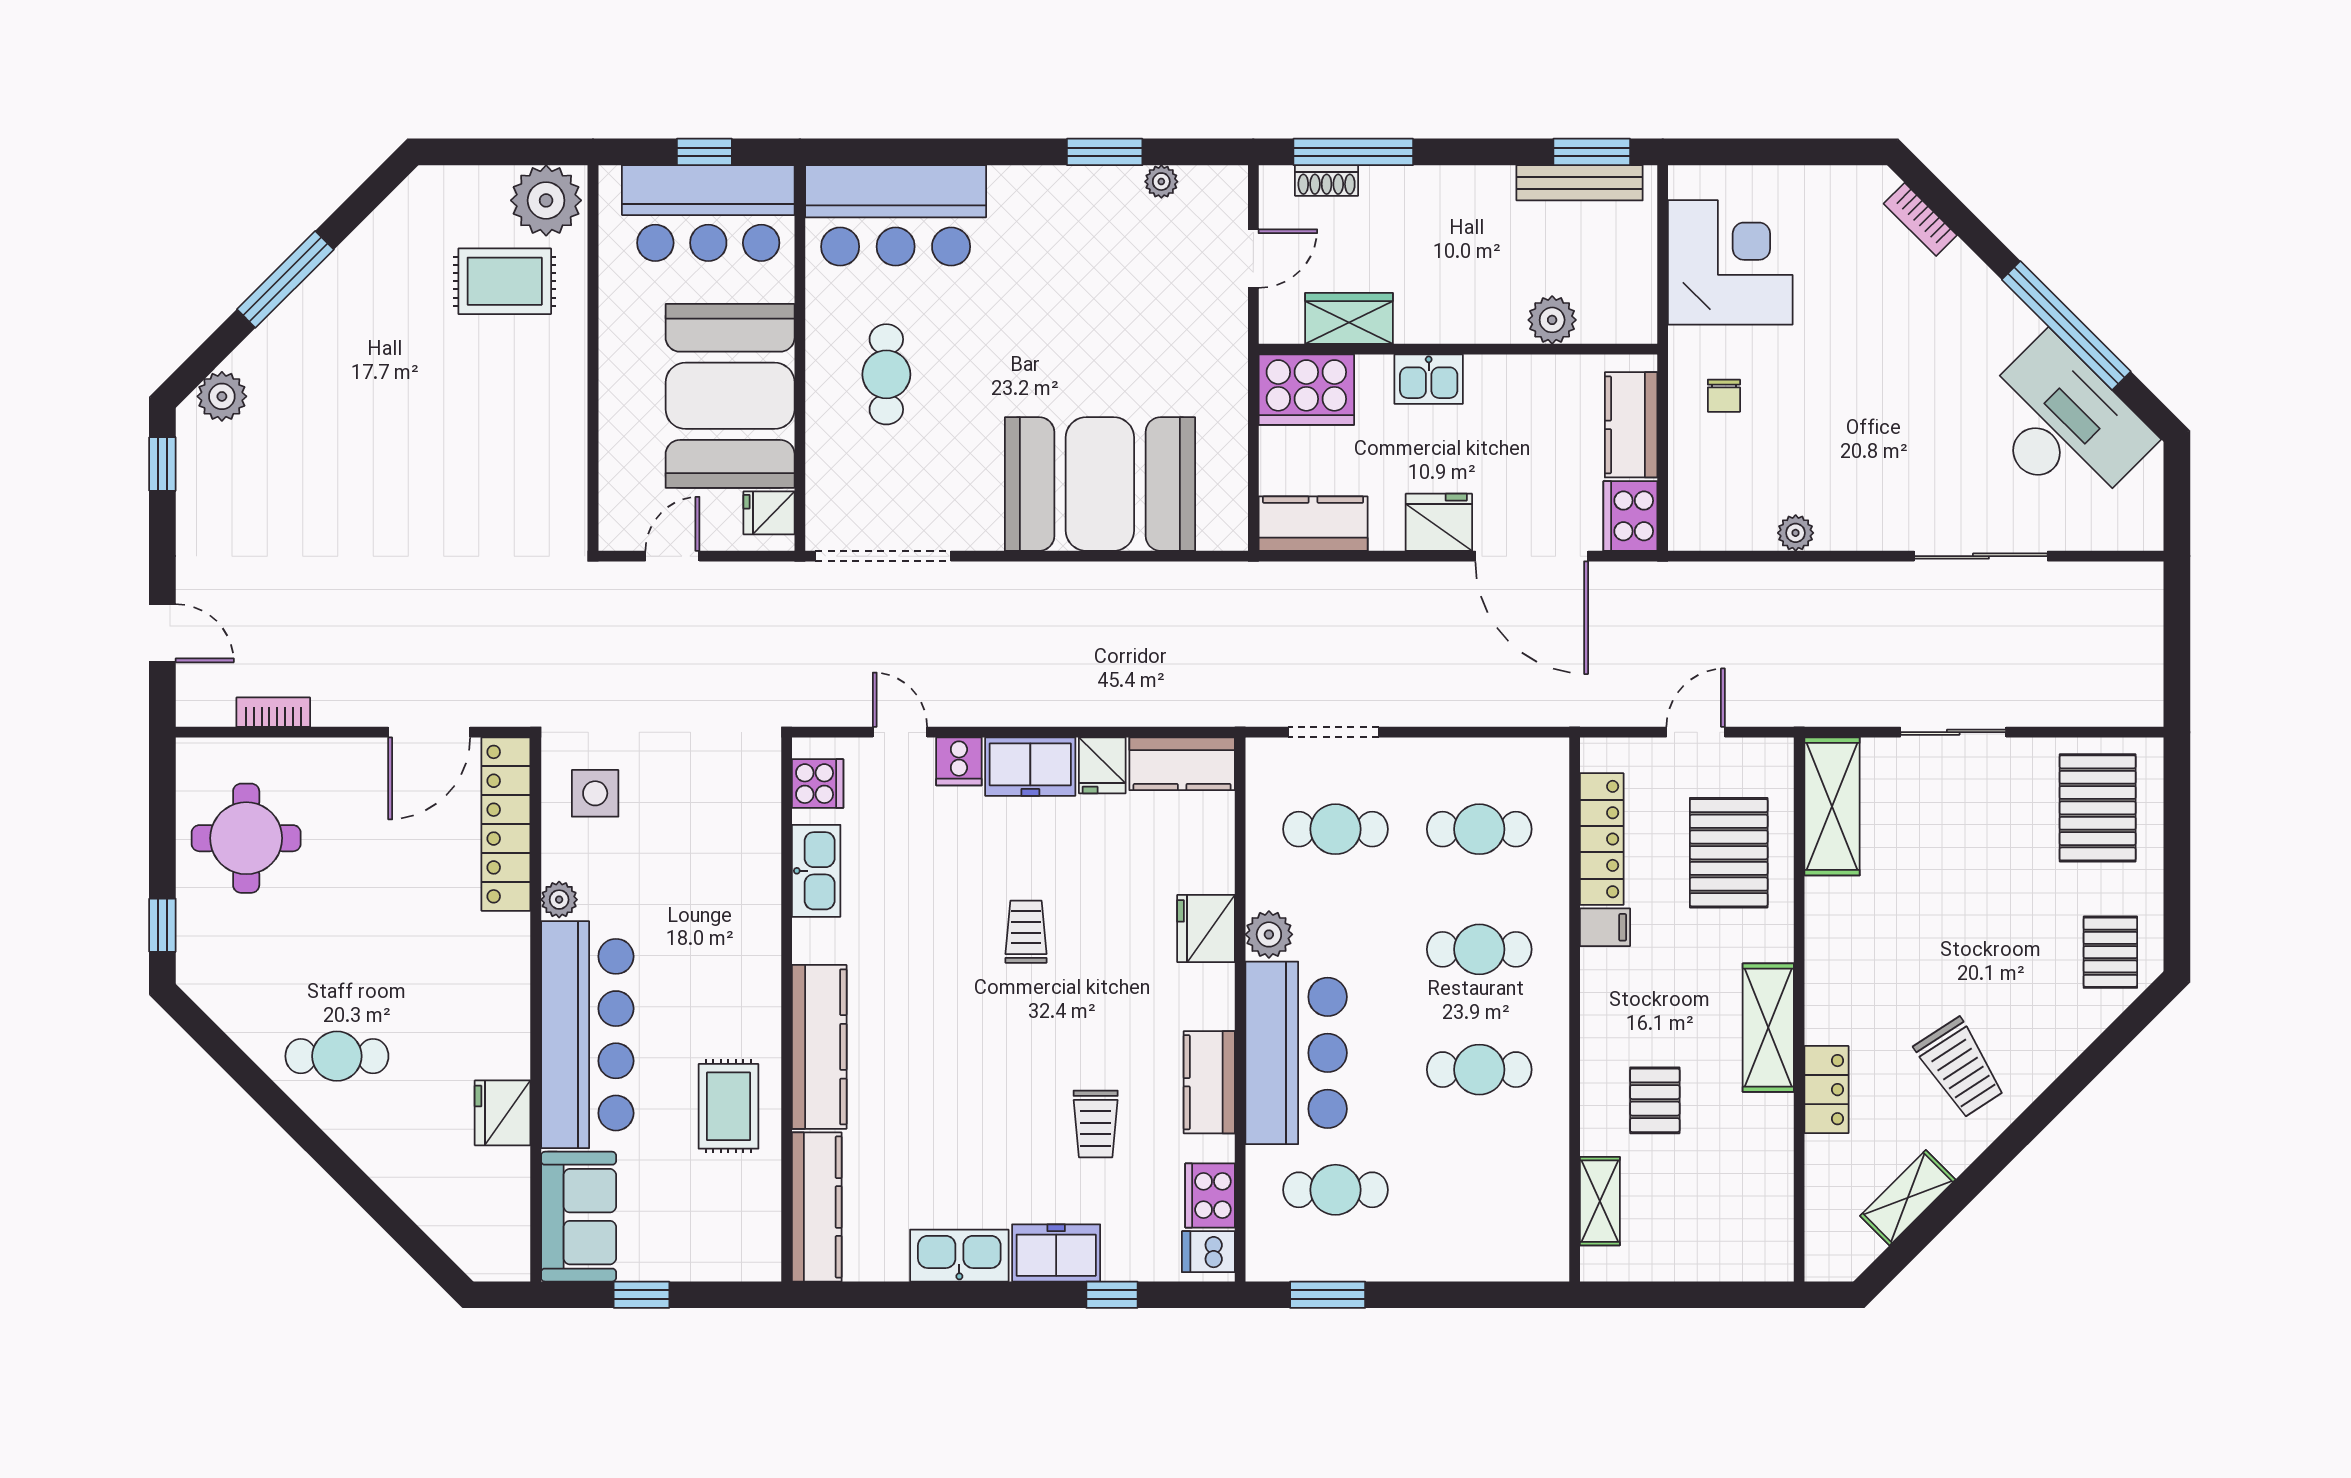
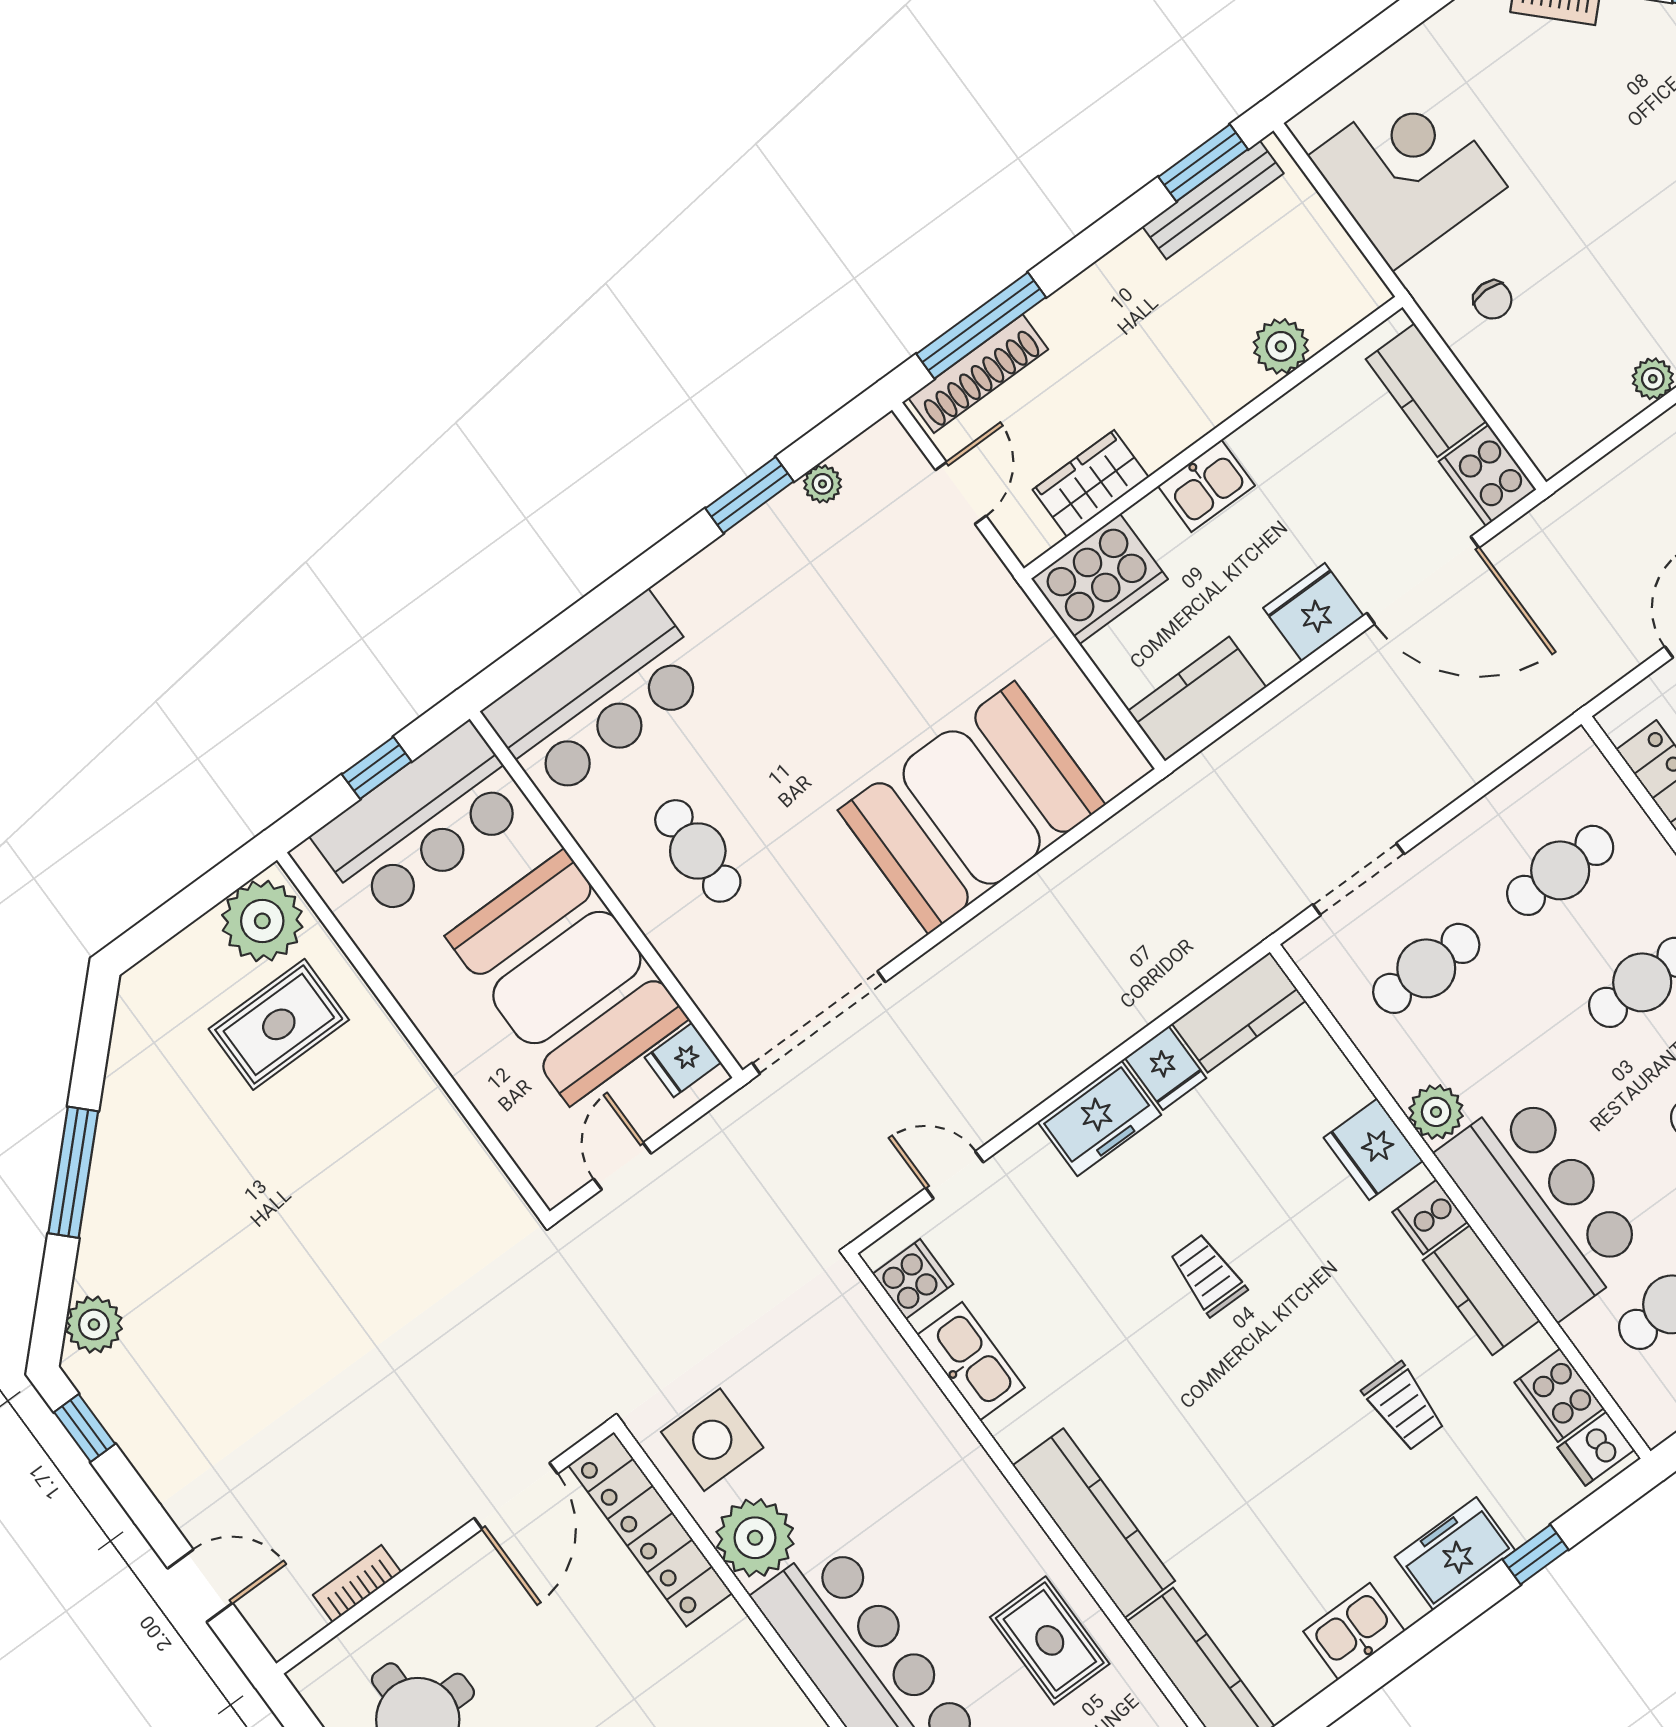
shoe rack: (1327, 181) -> (978, 374), width x1.94, depth x1.24
cooker: (959, 761) -> (1430, 1217), moved, turned 90
side table: (595, 793) -> (712, 1440), width x1.37, depth x1.37
plant: (559, 900) -> (755, 1538), width x1.88, depth x1.88
kitchen sink: (959, 1256) -> (1354, 1631), width x0.73

